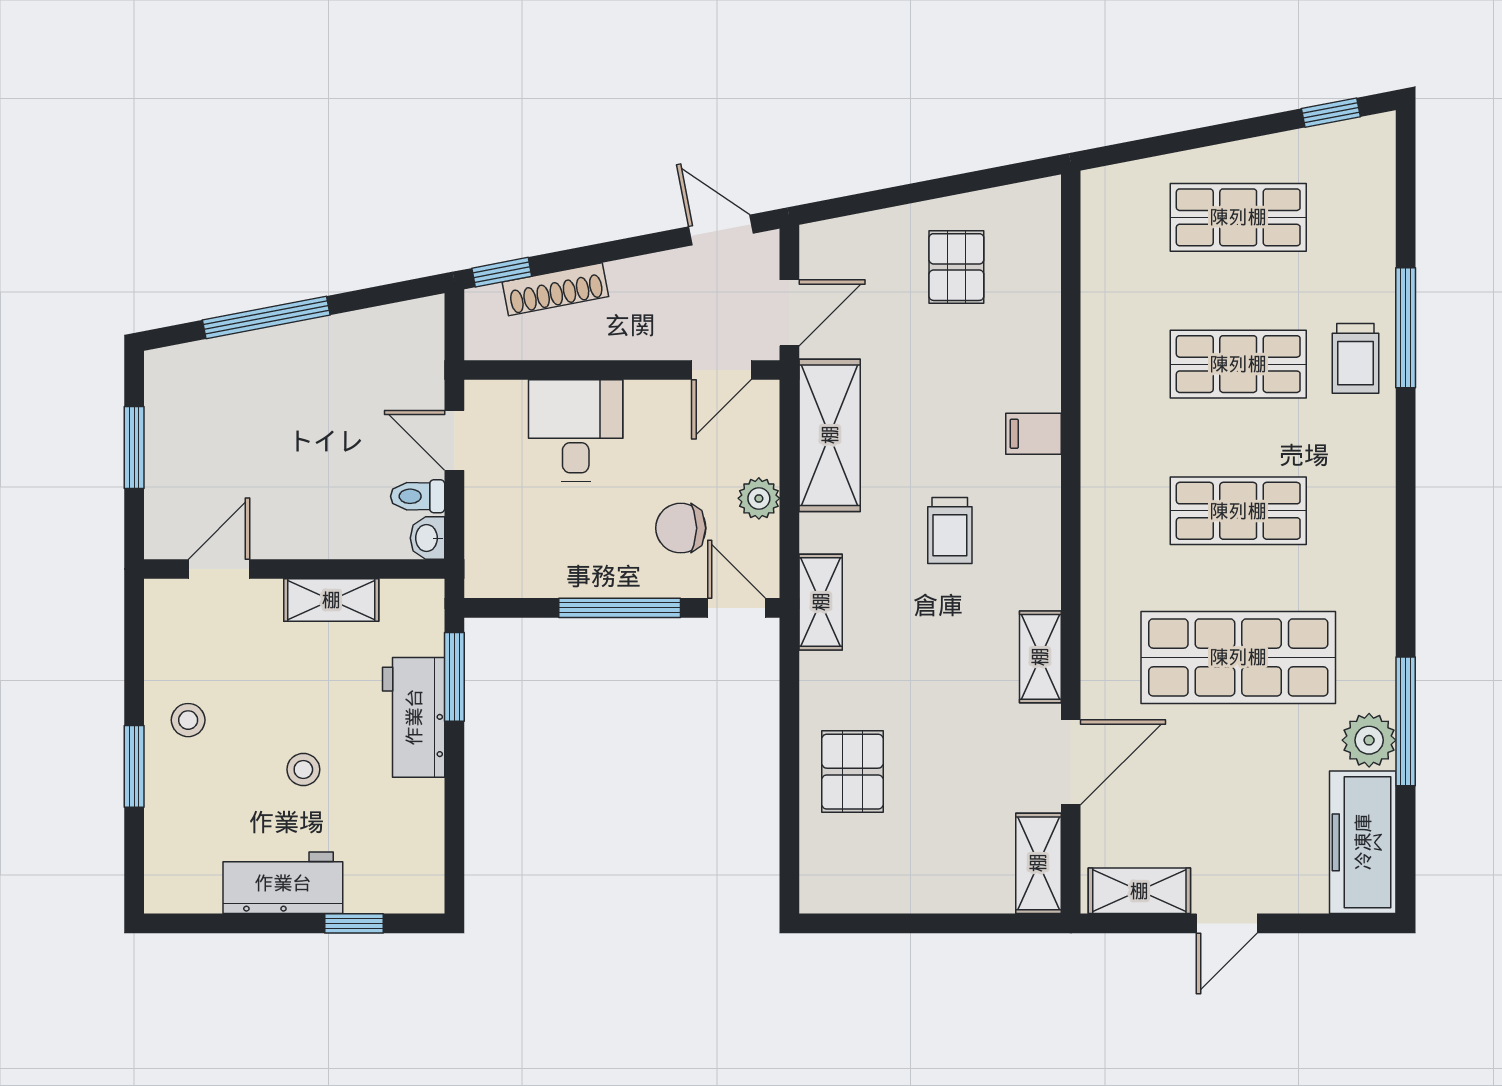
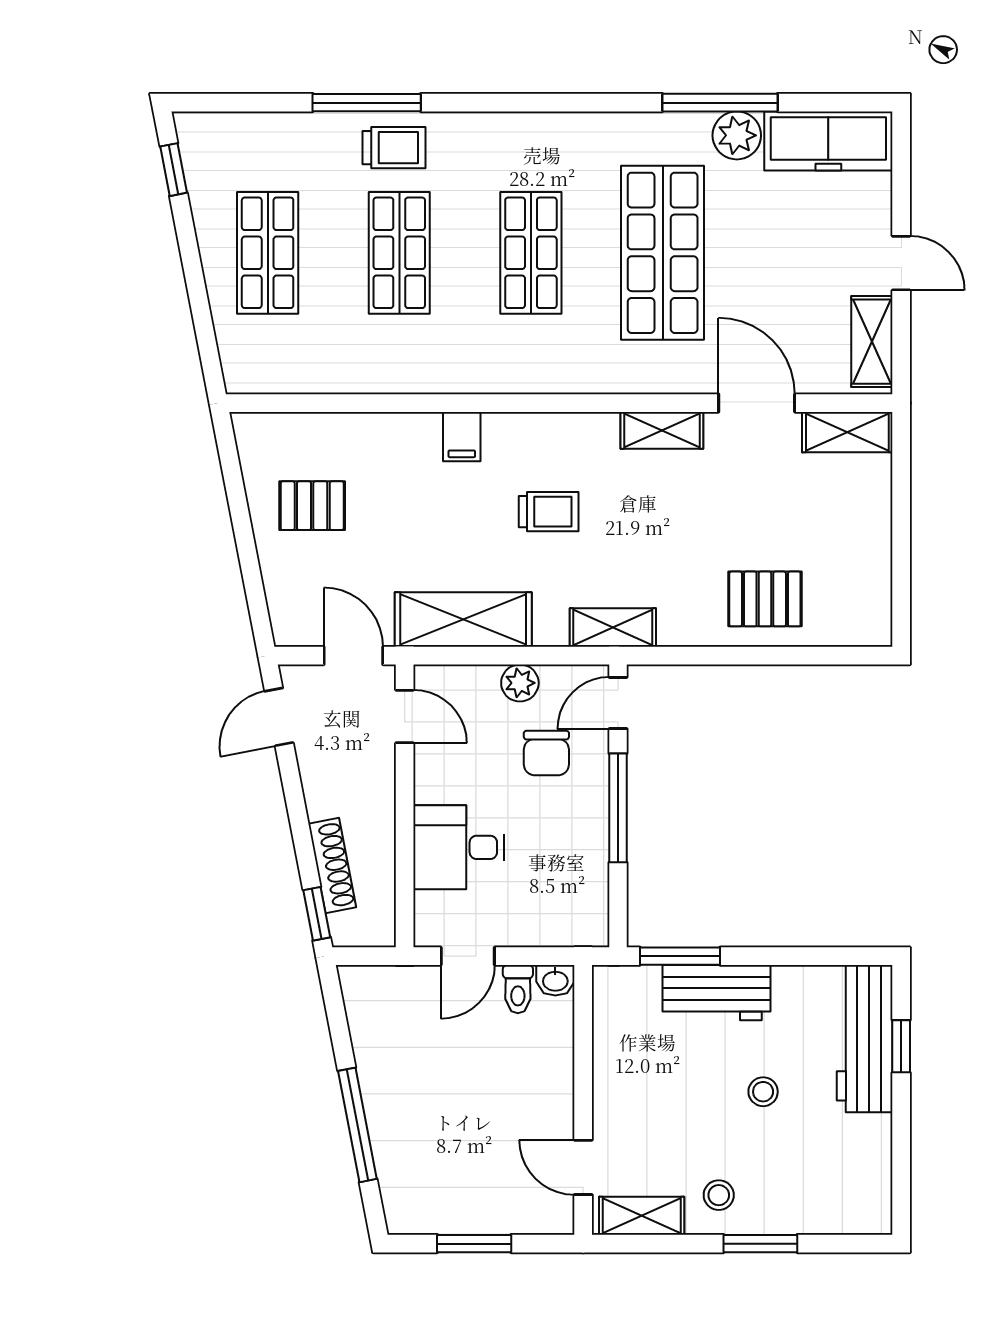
shelving: (331, 600) -> (642, 1216), moved, turned 90
workbench: (283, 883) -> (865, 1039), moved, width x1.38

